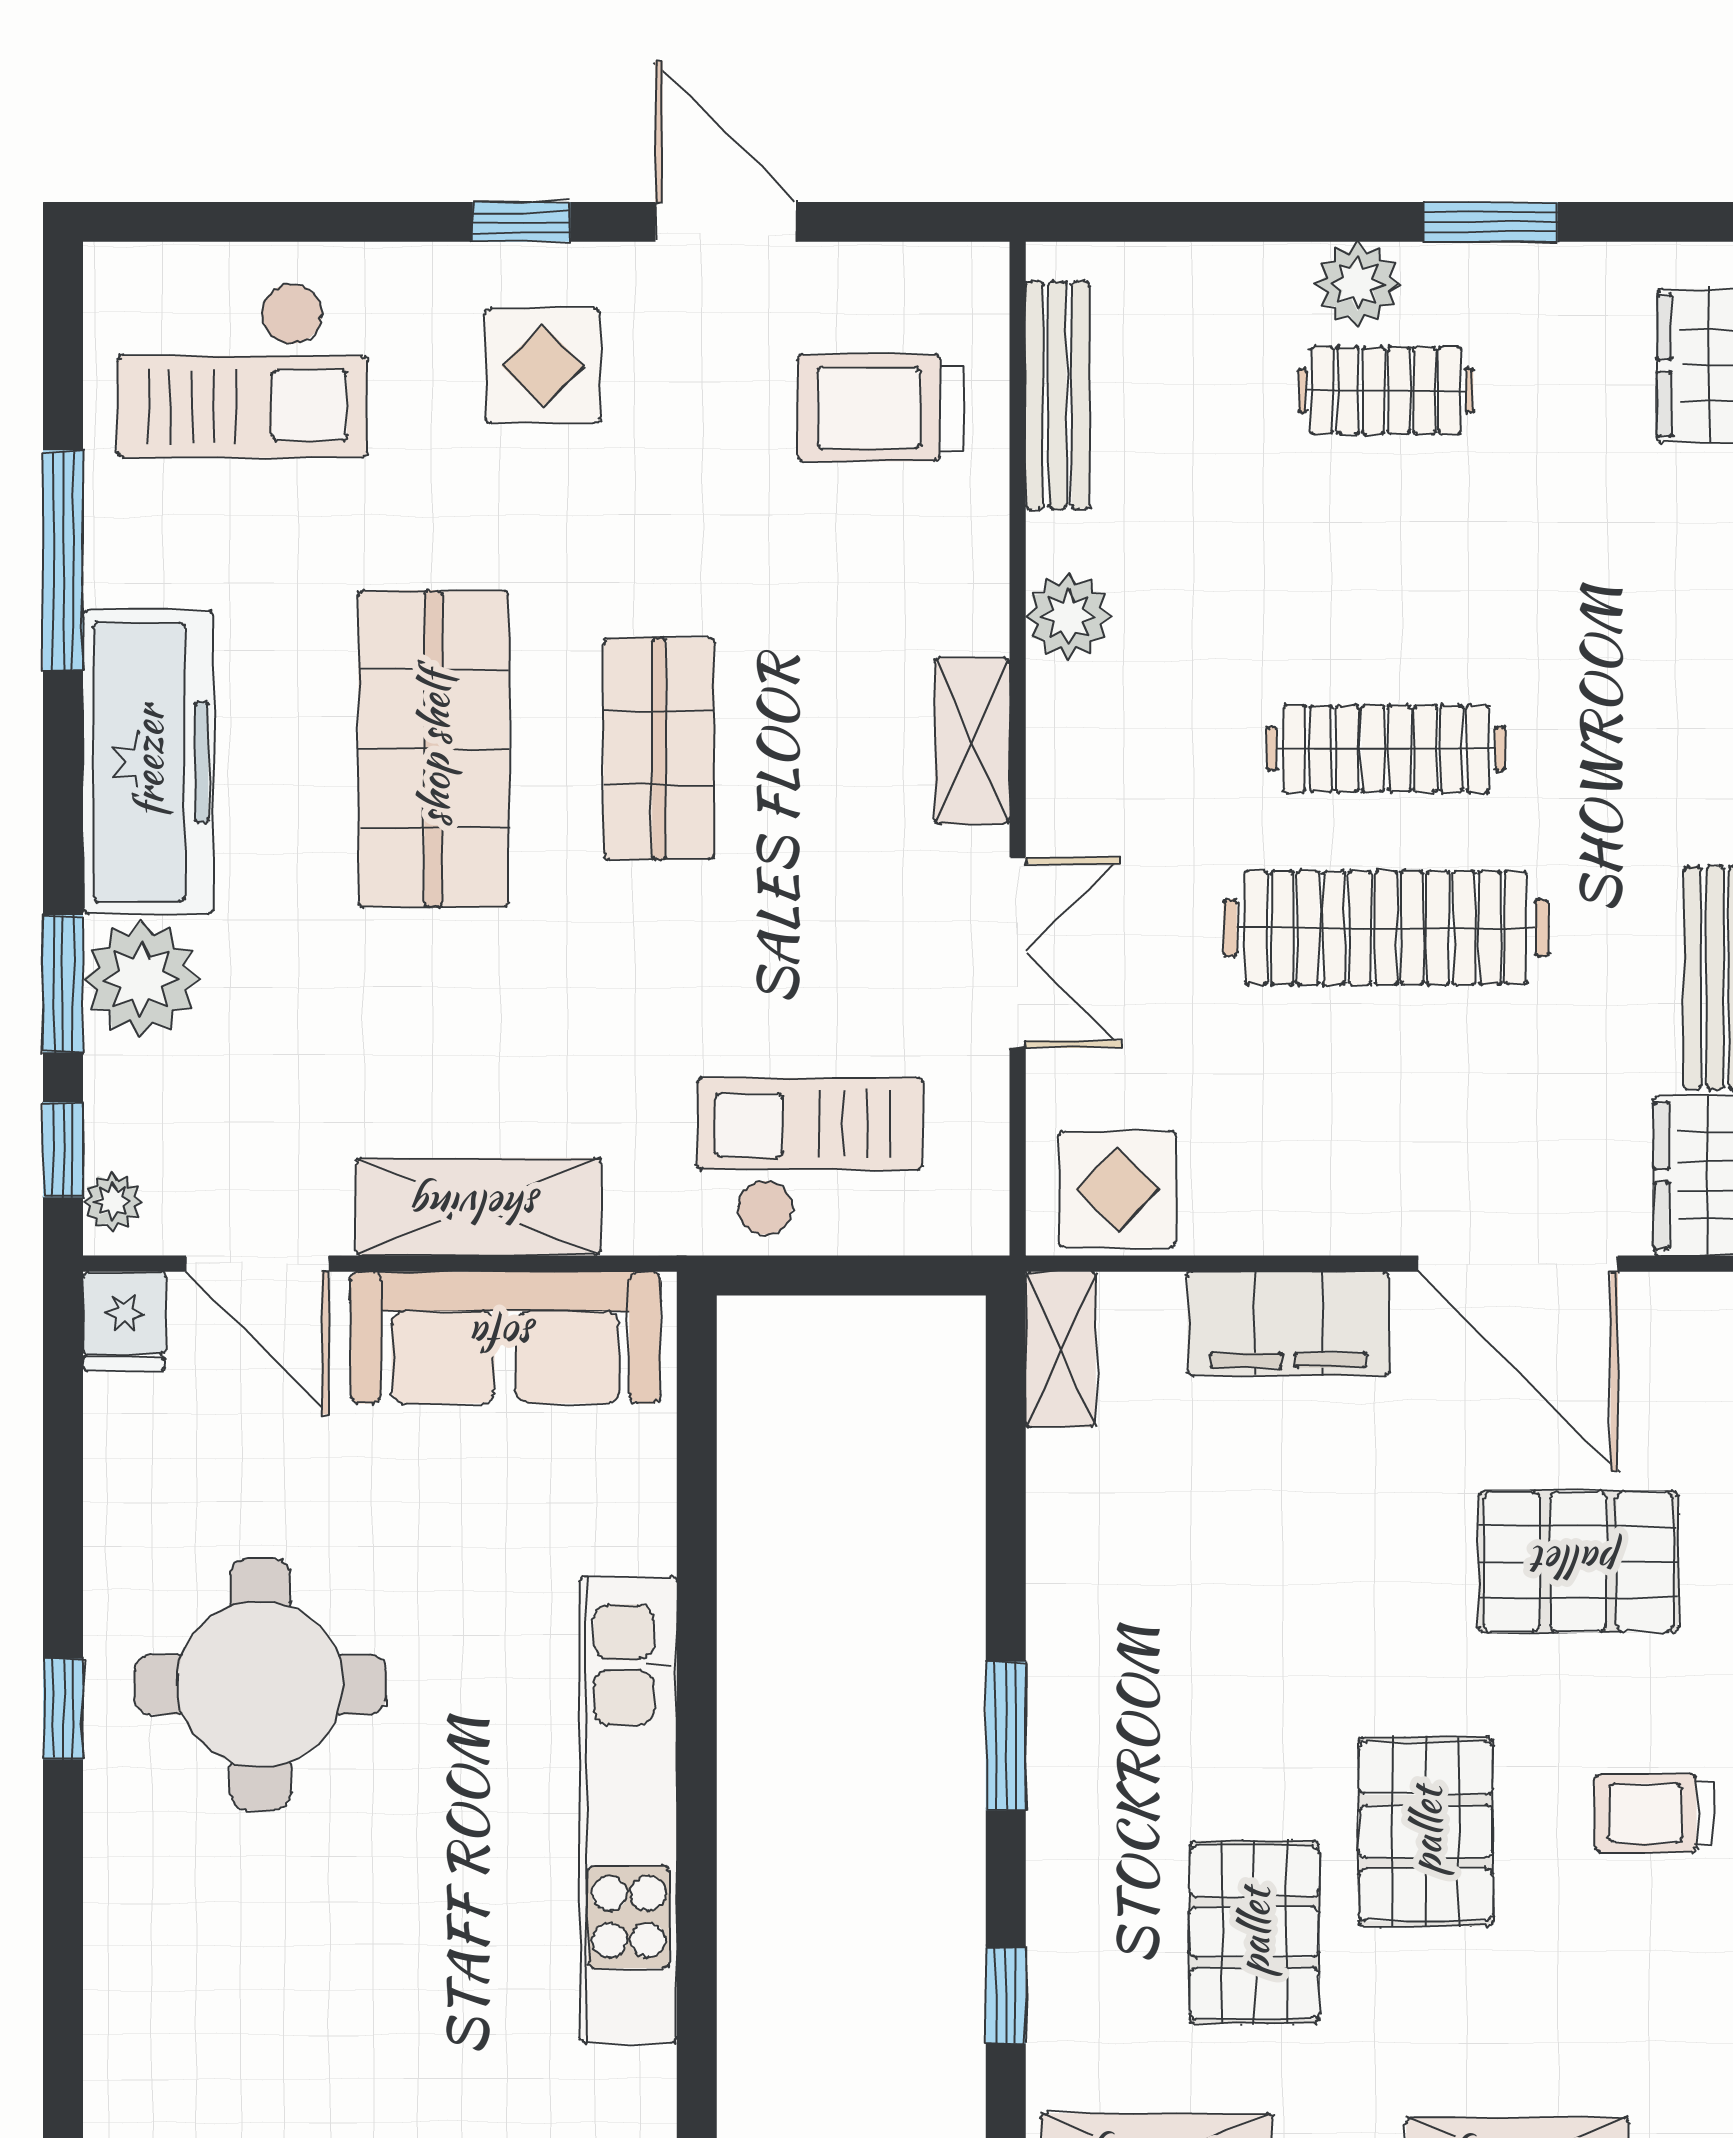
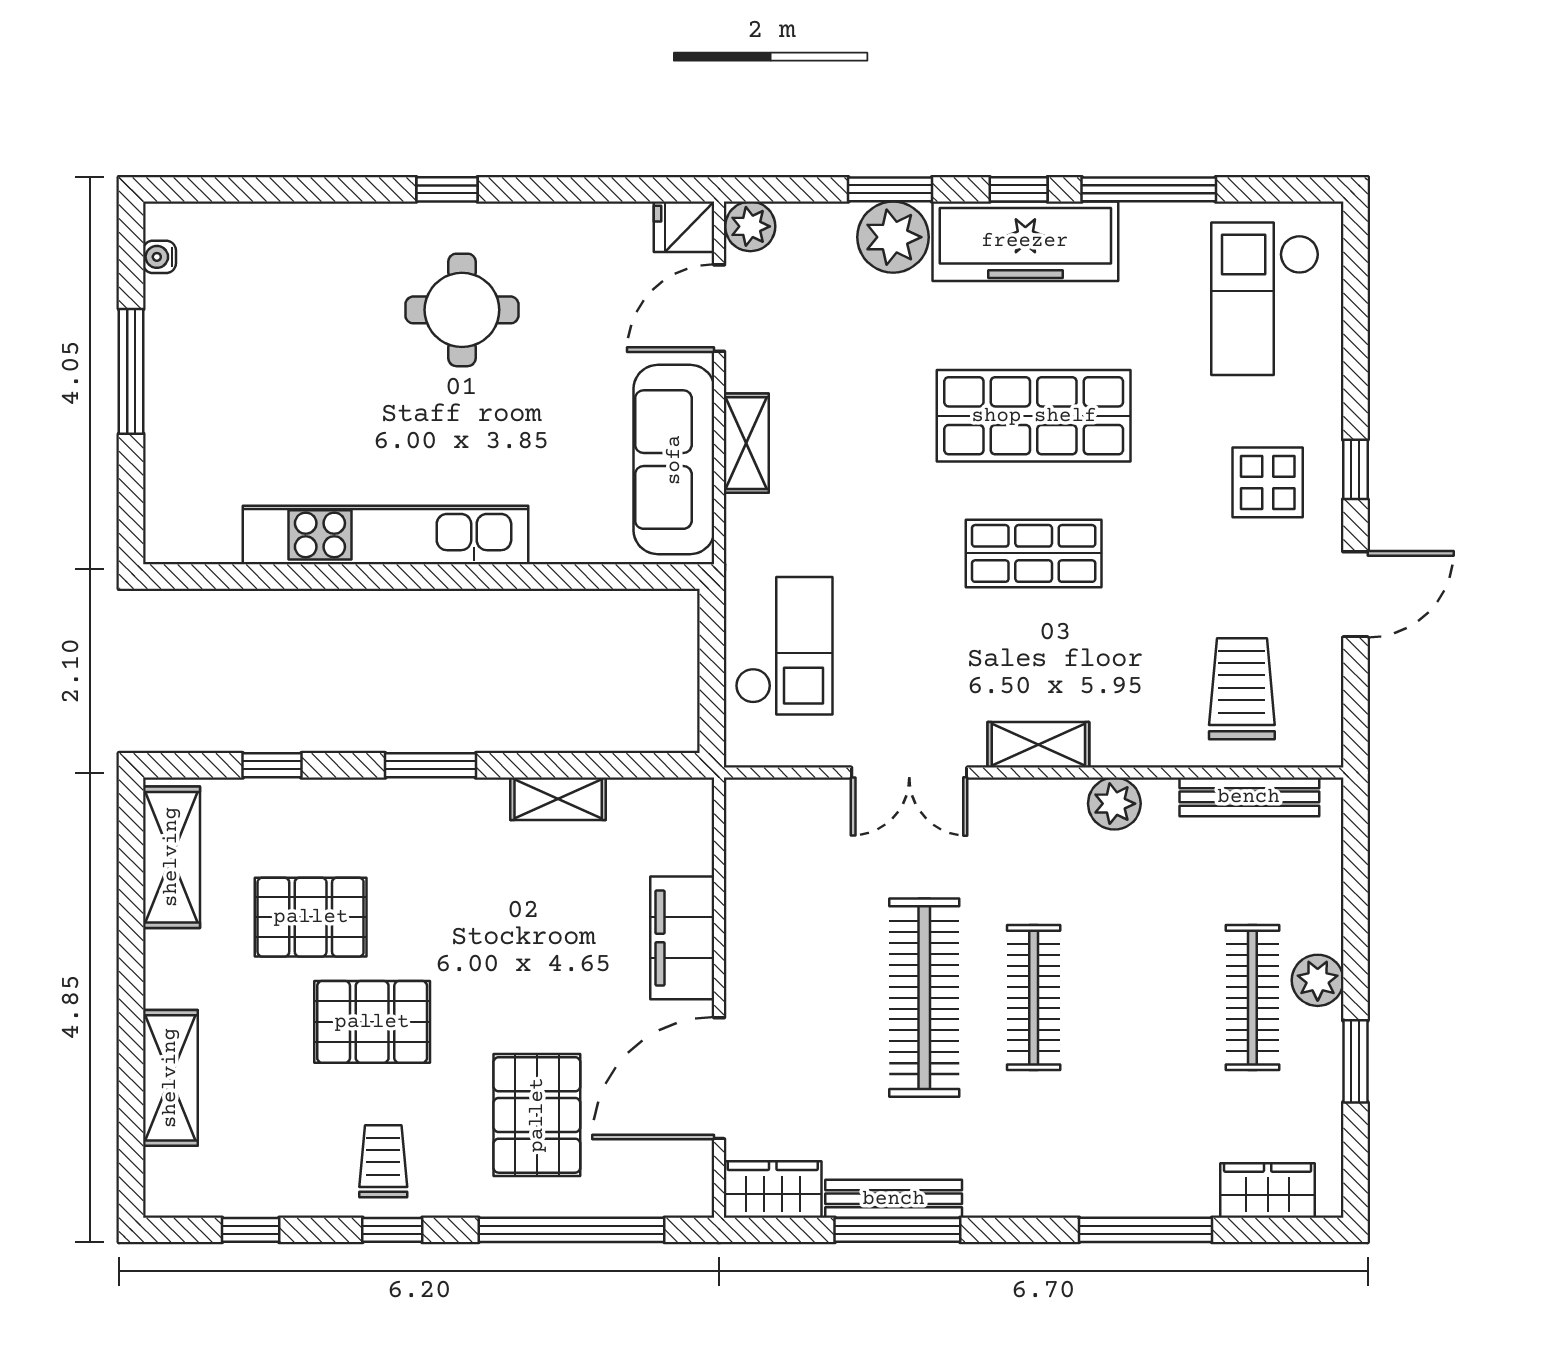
clothes rail: (1386, 390) -> (1252, 998), width x1.36
window: (63, 1150) -> (1019, 189), moved
display table: (1118, 1189) -> (765, 834), removed
plant: (112, 1201) -> (750, 226), width x1.38, depth x1.38
shelving: (478, 1207) -> (746, 443), width x0.67, depth x0.75
shelving: (1061, 1349) -> (558, 799), moved
round table: (260, 1684) -> (462, 310), width x0.73, depth x0.73

